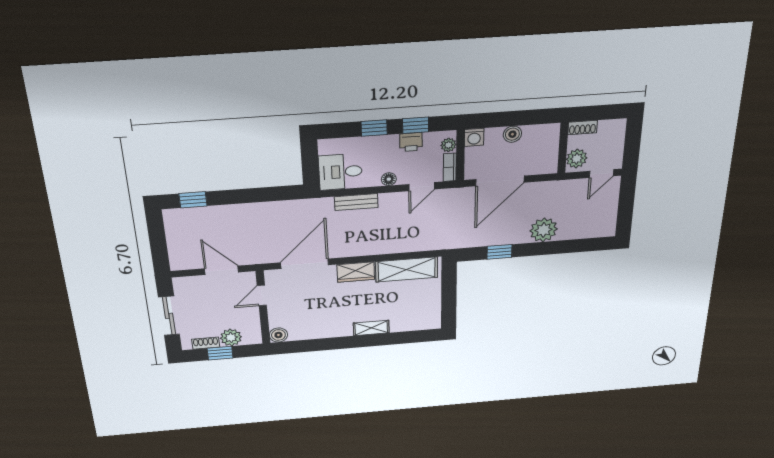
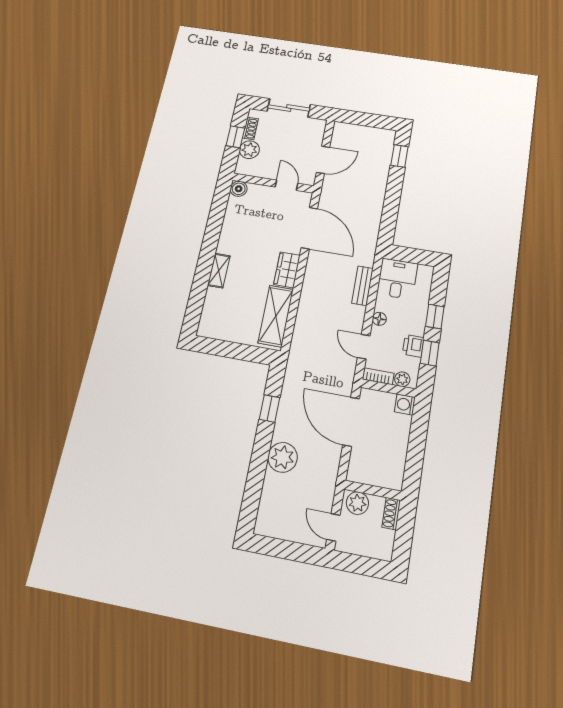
boiler: (512, 134) -> (400, 442), removed

